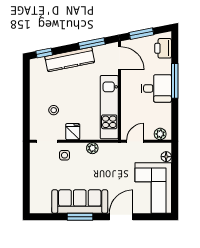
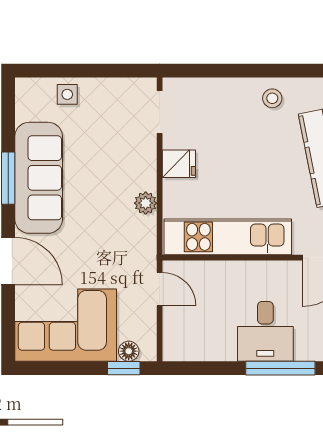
stool: (54, 110) -> (272, 98), moved
plant: (160, 134) -> (174, 339), removed
side table: (65, 155) -> (67, 94), moved
window: (175, 159) -> (124, 368), added

